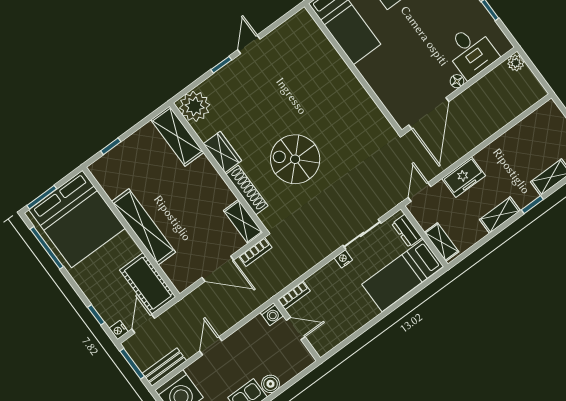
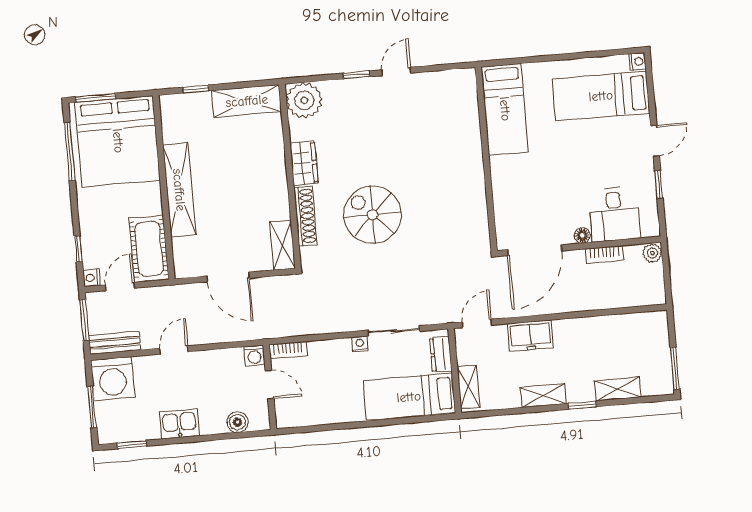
shelving: (177, 136) -> (247, 101), moved, turned 90
bookcase: (255, 252) -> (605, 254), moved
boiler: (270, 384) -> (238, 422), moved

